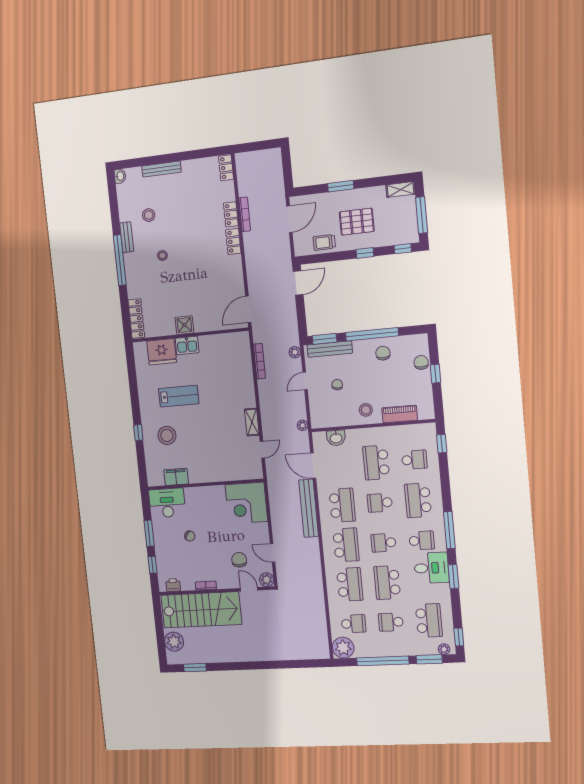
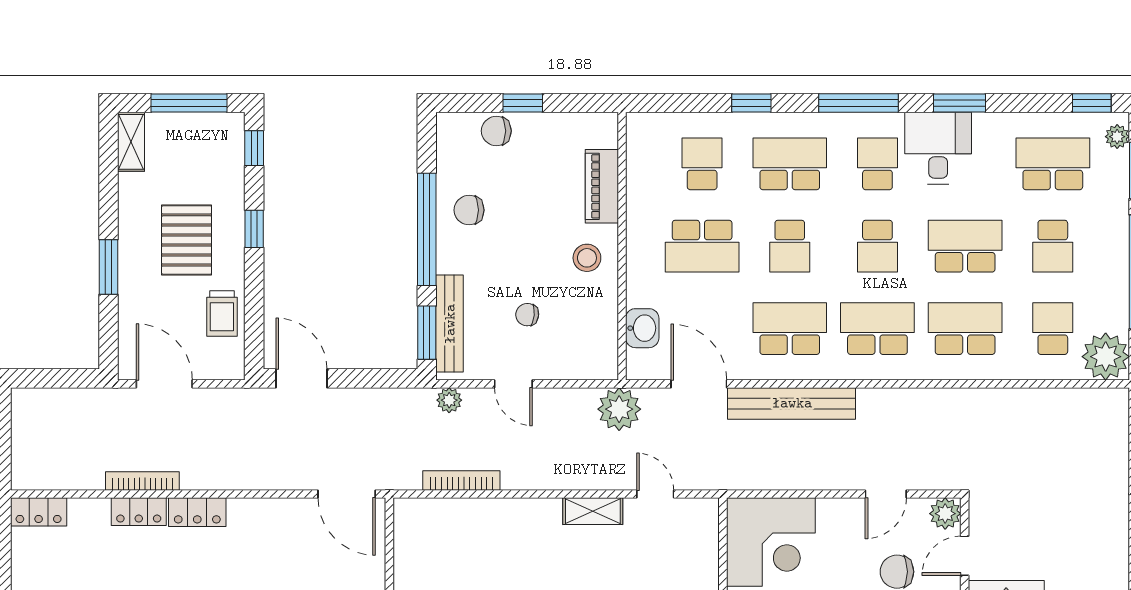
plant: (302, 425) -> (619, 409), width x1.88, depth x1.88
window: (442, 444) -> (751, 103), moved
door: (313, 466) -> (699, 384), swing flipped
school desk: (418, 500) -> (790, 164), turned 180
school desk: (387, 582) -> (965, 246), turned 180

